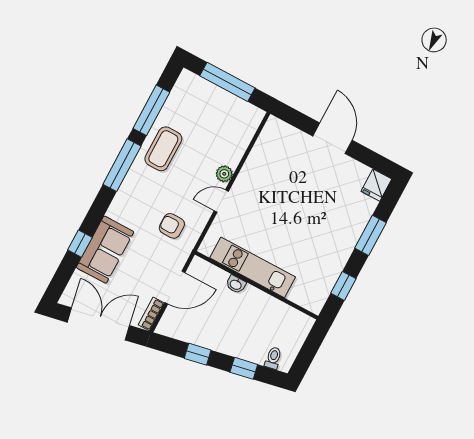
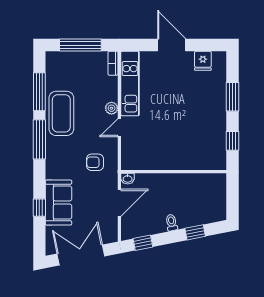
coffee table: (163, 149) -> (61, 113), width x1.36, depth x1.32
fridge: (376, 185) -> (203, 61), moved
kitchen unit: (253, 267) -> (130, 84), moved, turned 90
washbasin: (236, 284) -> (128, 179), moved
bookcase: (151, 314) -> (113, 63), moved
window: (198, 354) -> (143, 243), moved
toilet: (273, 358) -> (172, 223), moved

